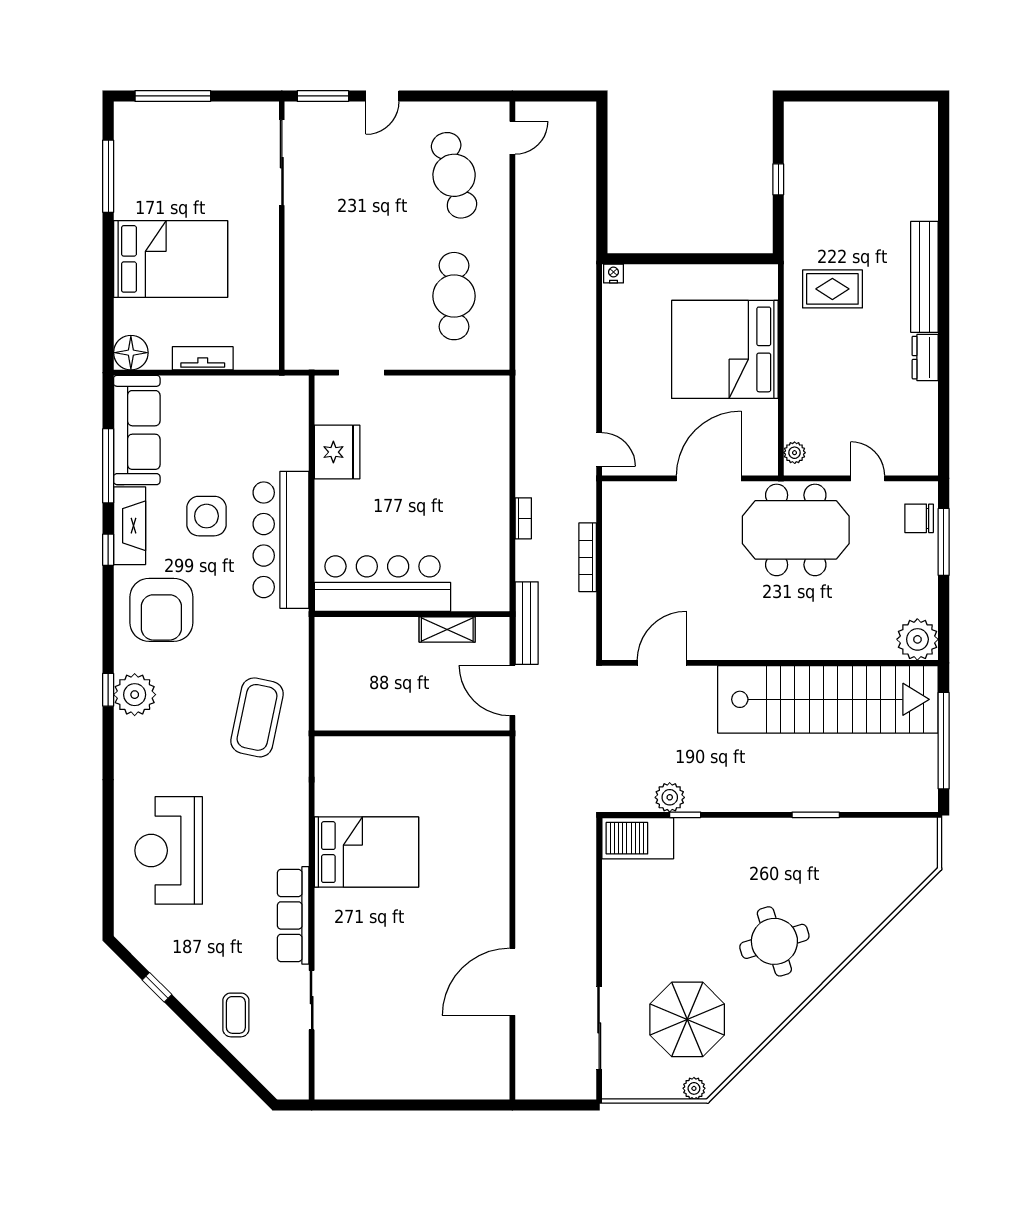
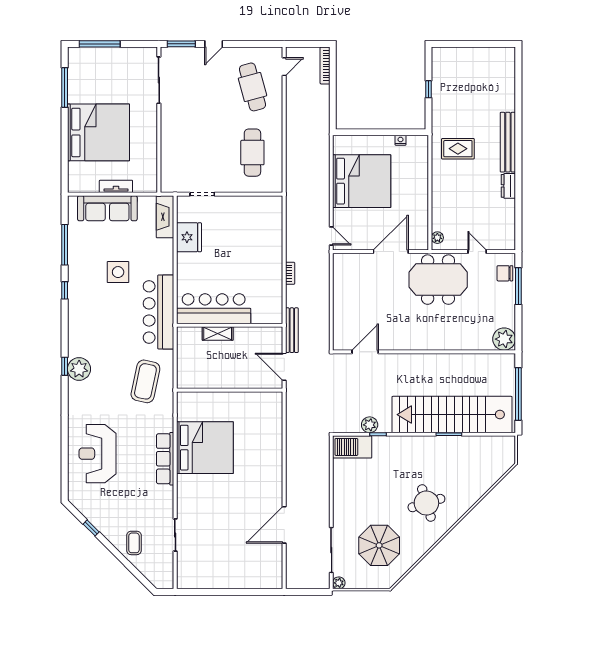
bed: (171, 259) -> (99, 132), width x1.36
nightstand: (613, 274) -> (401, 140), moved
bed: (725, 349) -> (362, 181), moved, turned 180
floor lamp: (131, 353) -> (77, 183), removed
sofa: (137, 430) -> (107, 208), moved, turned 90
fireplace: (130, 526) -> (165, 217), moved, turned 180
bar counter: (281, 540) -> (158, 312), moved
bookcase: (588, 557) -> (325, 65), moved
armchair: (161, 610) -> (94, 323), removed
shelving: (447, 629) -> (218, 334), moved
stairs: (828, 699) -> (452, 415), moved, turned 180
bed: (366, 852) -> (205, 448), width x1.36
row of seats: (293, 915) -> (165, 459), moved
plant: (694, 1088) -> (339, 583), moved

